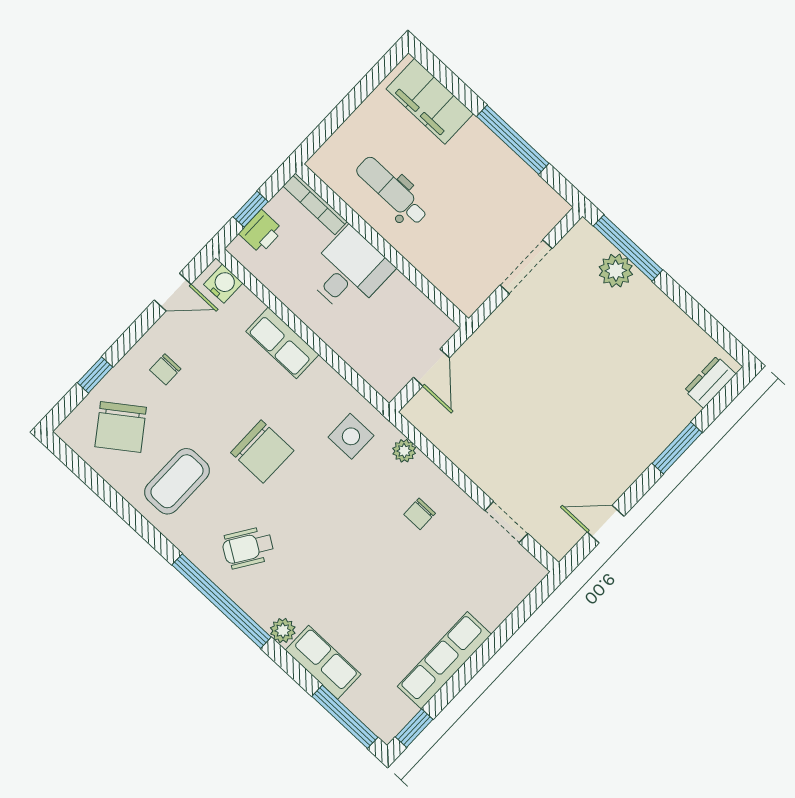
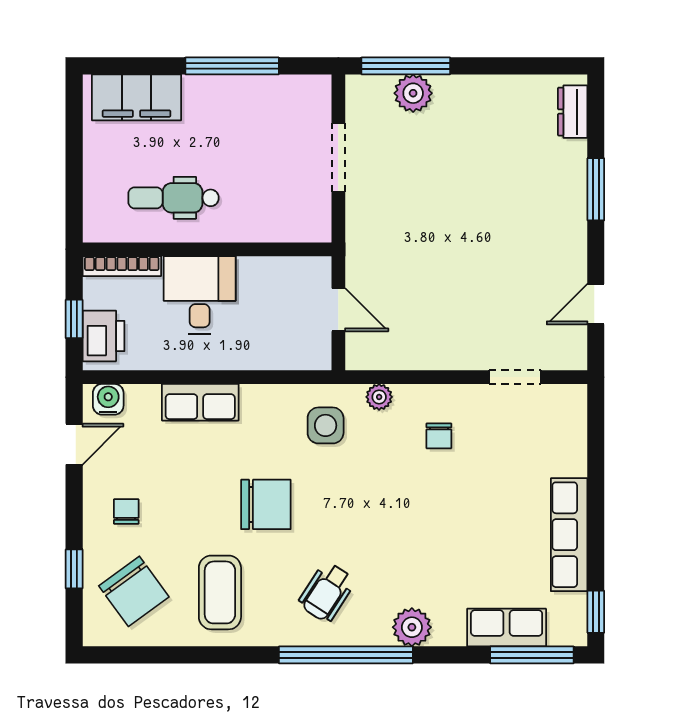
printer: (261, 232) -> (104, 336), width x1.36, depth x1.24
chair: (165, 369) -> (126, 512), turned 180
plant: (283, 631) -> (412, 627), width x1.38, depth x1.38
row of seats: (323, 662) -> (507, 628), moved

